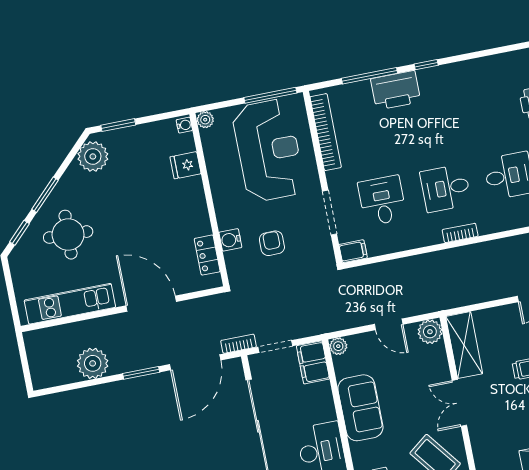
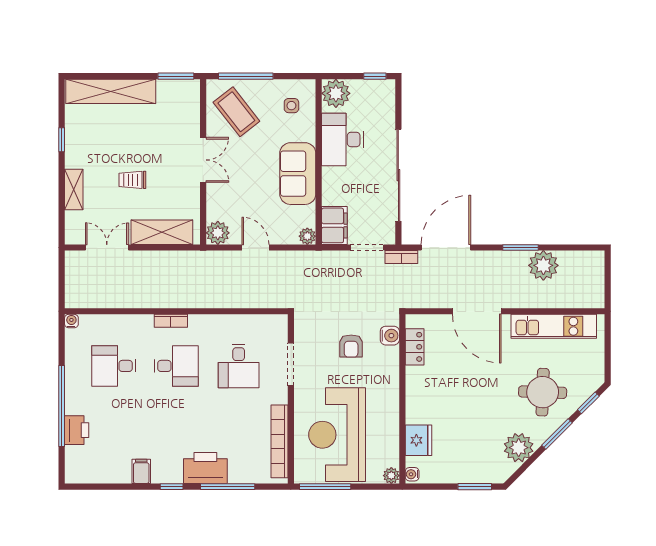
plant: (93, 156) -> (519, 448), moved
fridge: (185, 165) -> (419, 440), width x1.38
water cooler: (230, 240) -> (390, 336), moved
filing cabinet: (353, 251) -> (141, 471), moved, turned 90
shelving: (464, 345) -> (162, 232), moved, turned 90
window: (141, 373) -> (521, 248), moved

